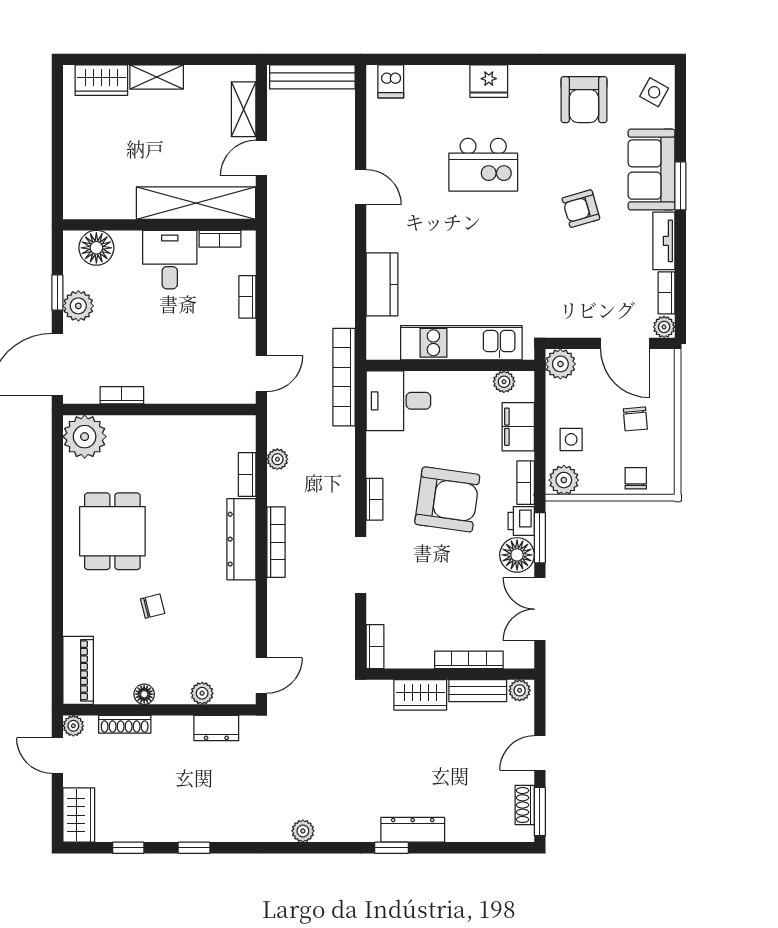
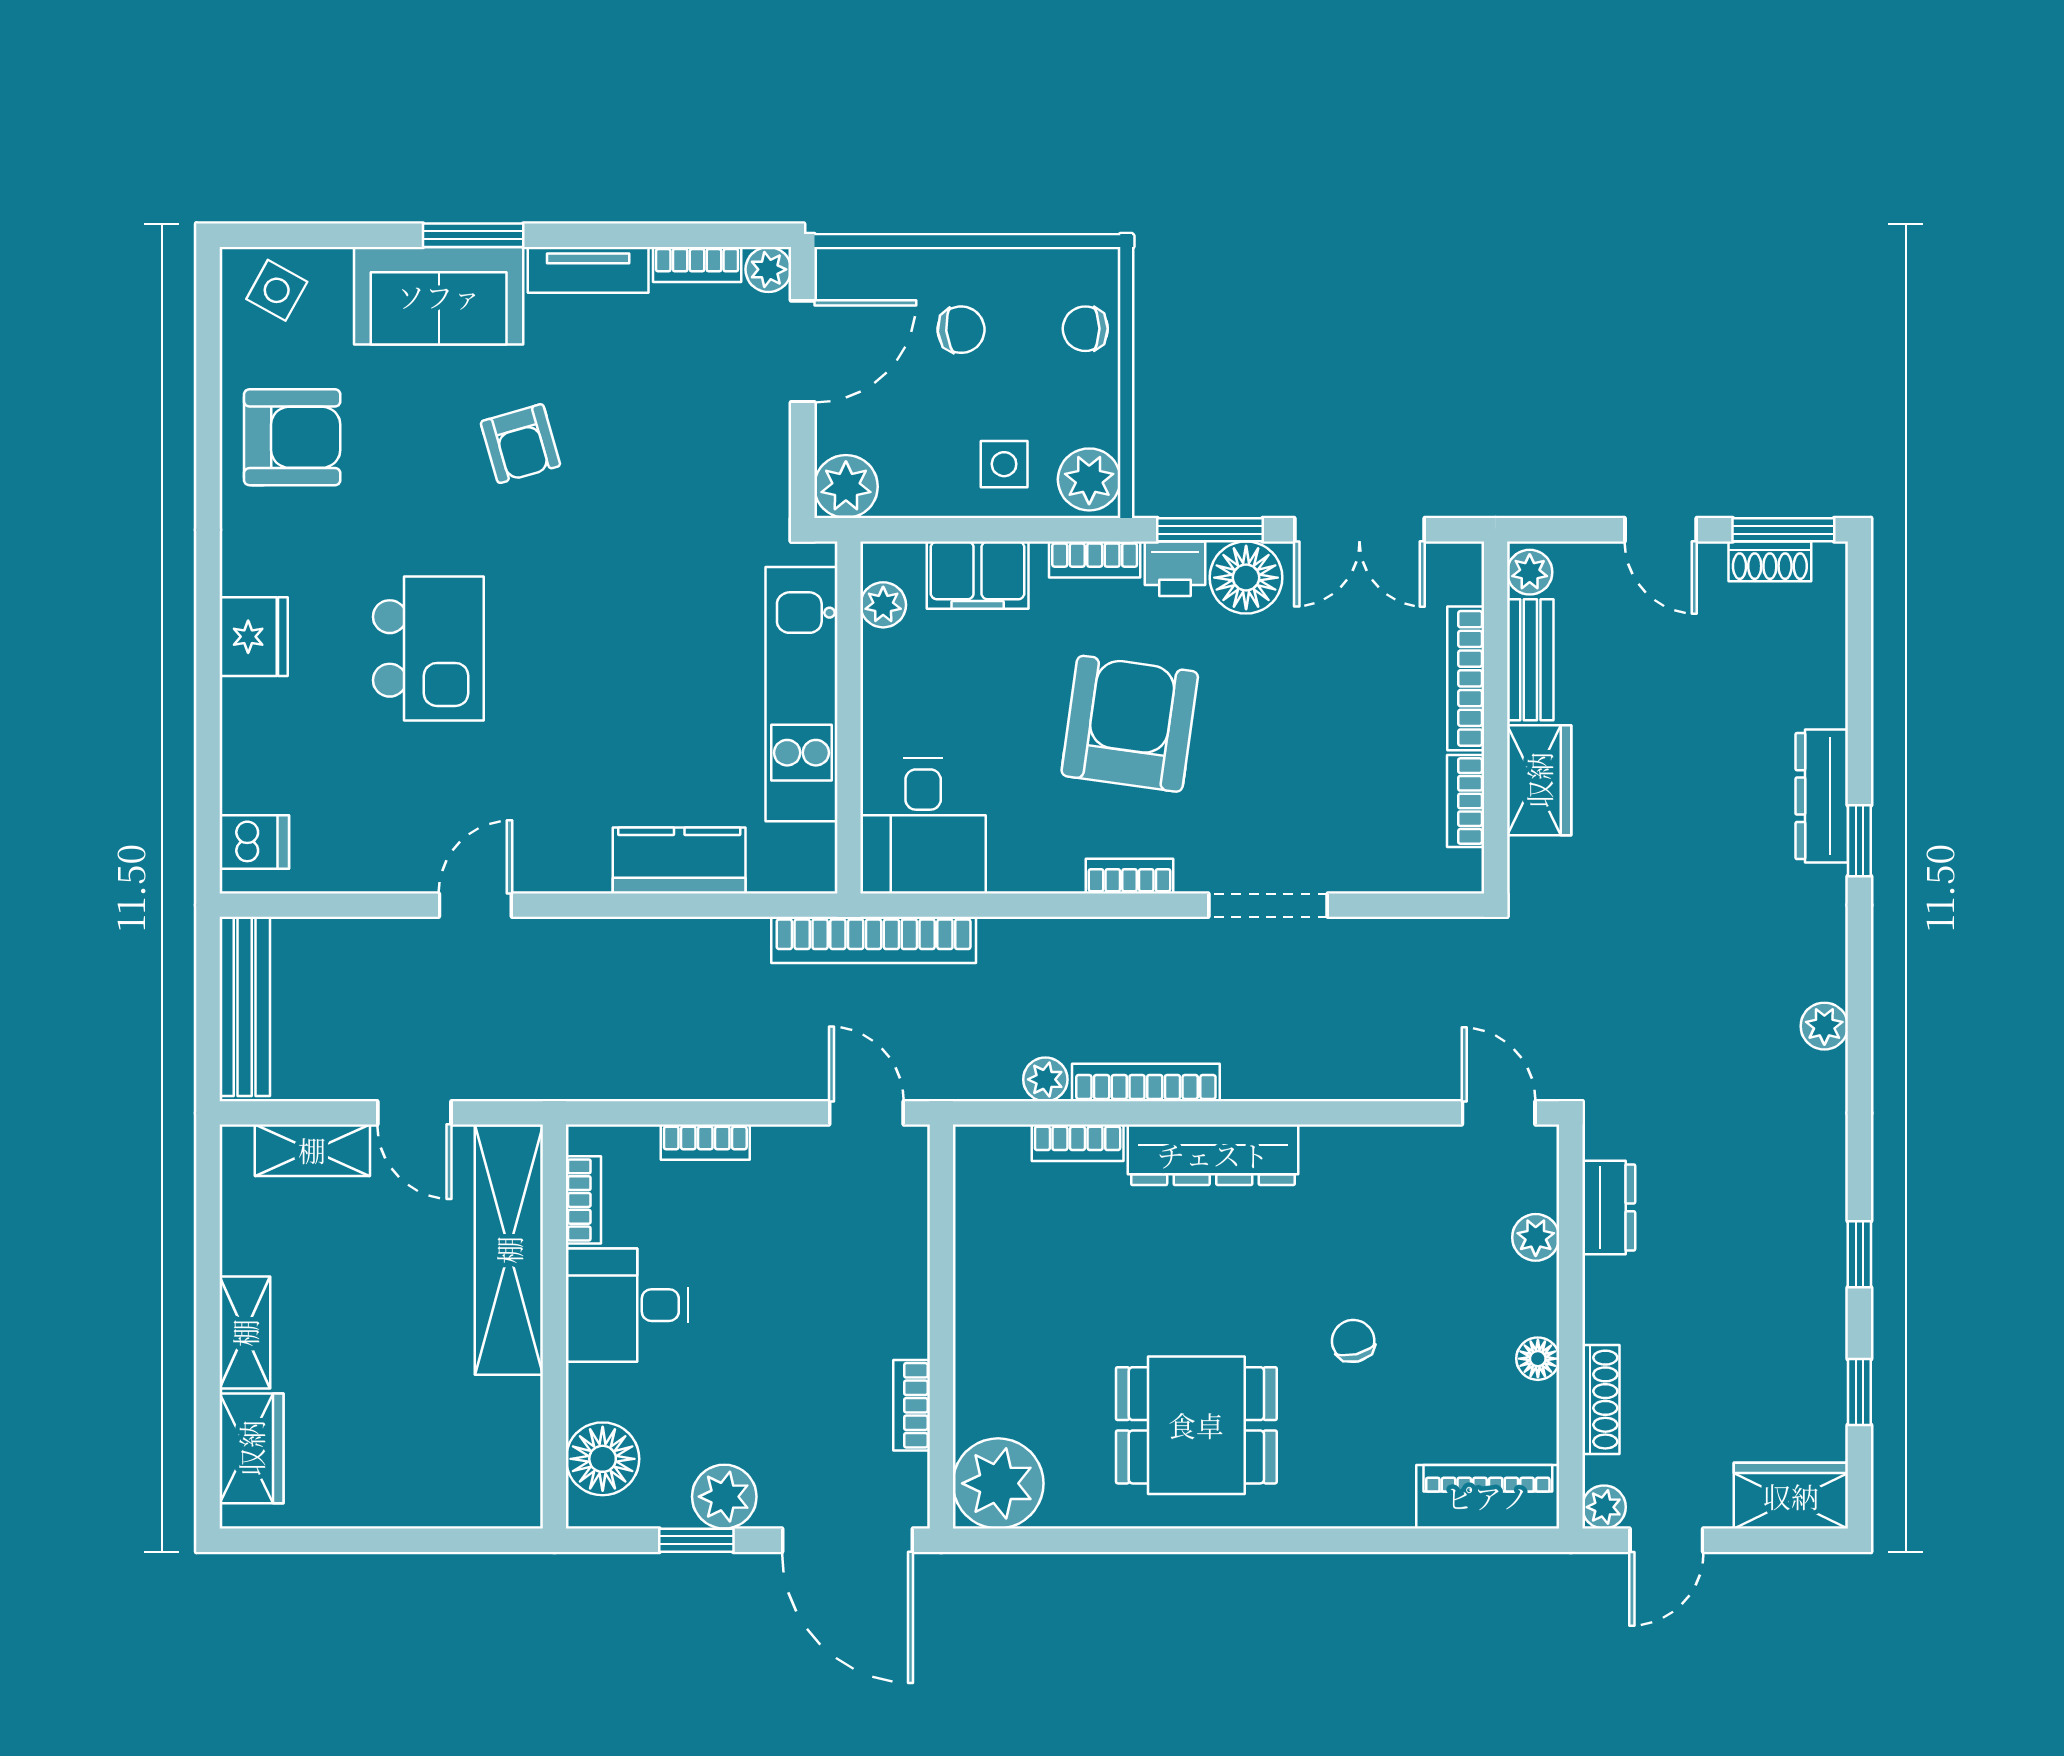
bookcase: (276, 542) -> (1146, 1082), moved
bookcase: (375, 647) -> (1466, 801), moved, turned -90

